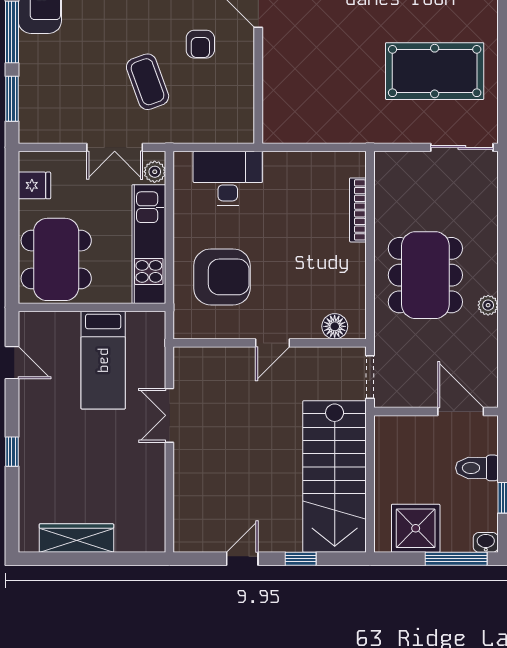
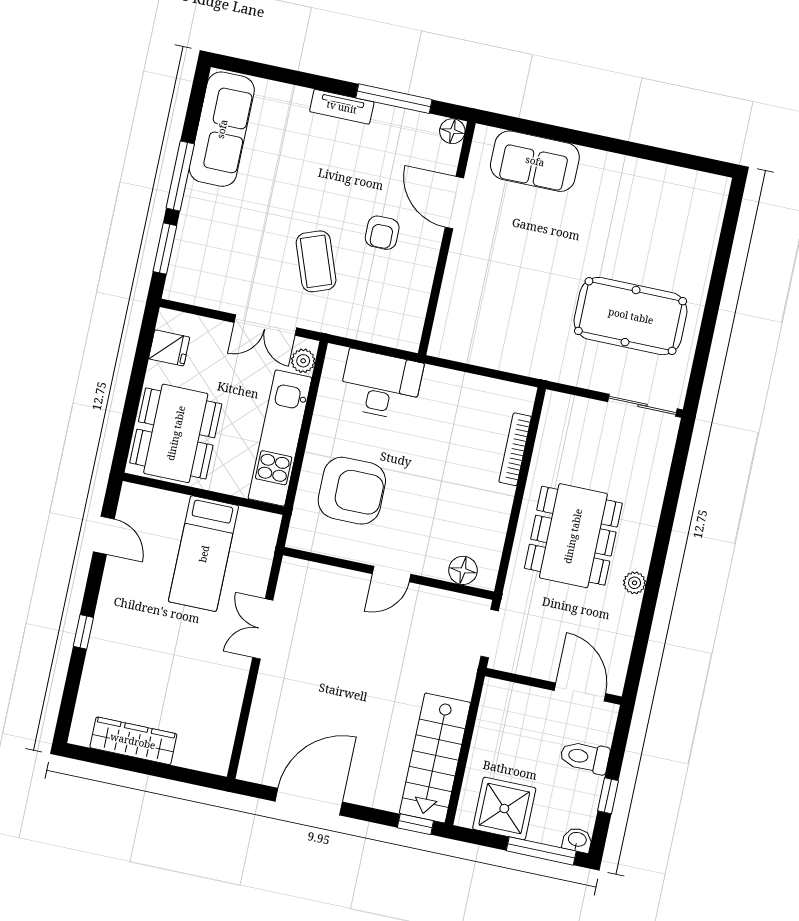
stairs: (335, 476) -> (435, 758), width x0.73, depth x0.66
door: (242, 559) -> (309, 802), width x1.88
window: (301, 559) -> (415, 824), moved

